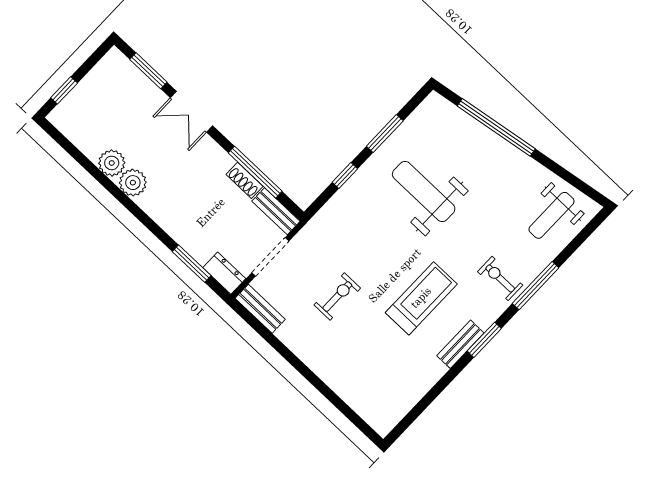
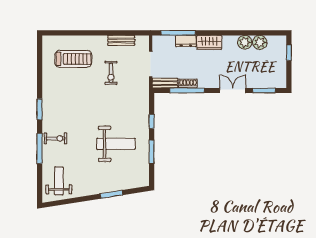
window: (496, 127) -> (112, 194), width x0.47
plant: (133, 183) -> (260, 42), moved
wardrobe: (161, 209) -> (209, 42), added
window: (192, 264) -> (178, 33), width x1.44
dresser: (224, 273) -> (186, 41), moved
treadmill: (421, 298) -> (73, 59), moved, turned -90
bench: (260, 309) -> (121, 40), moved
bench: (460, 344) -> (47, 99), removed

